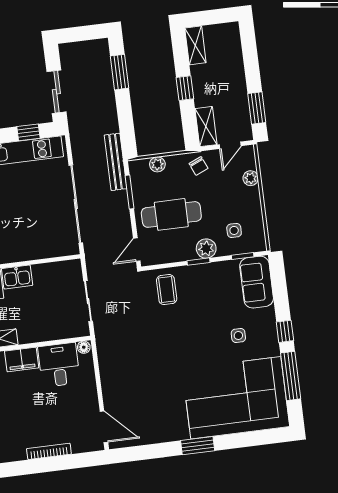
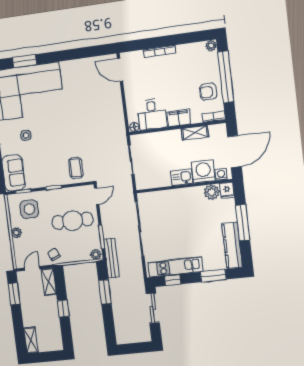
shelving: (195, 45) -> (31, 340), moved
window: (120, 72) -> (105, 292), moved
plant: (157, 164) -> (96, 254), moved
plant: (251, 178) -> (16, 233), moved
side table: (234, 230) -> (29, 209), width x1.87, depth x1.87
plant: (206, 249) -> (48, 197), removed
window: (198, 446) -> (24, 61), moved

